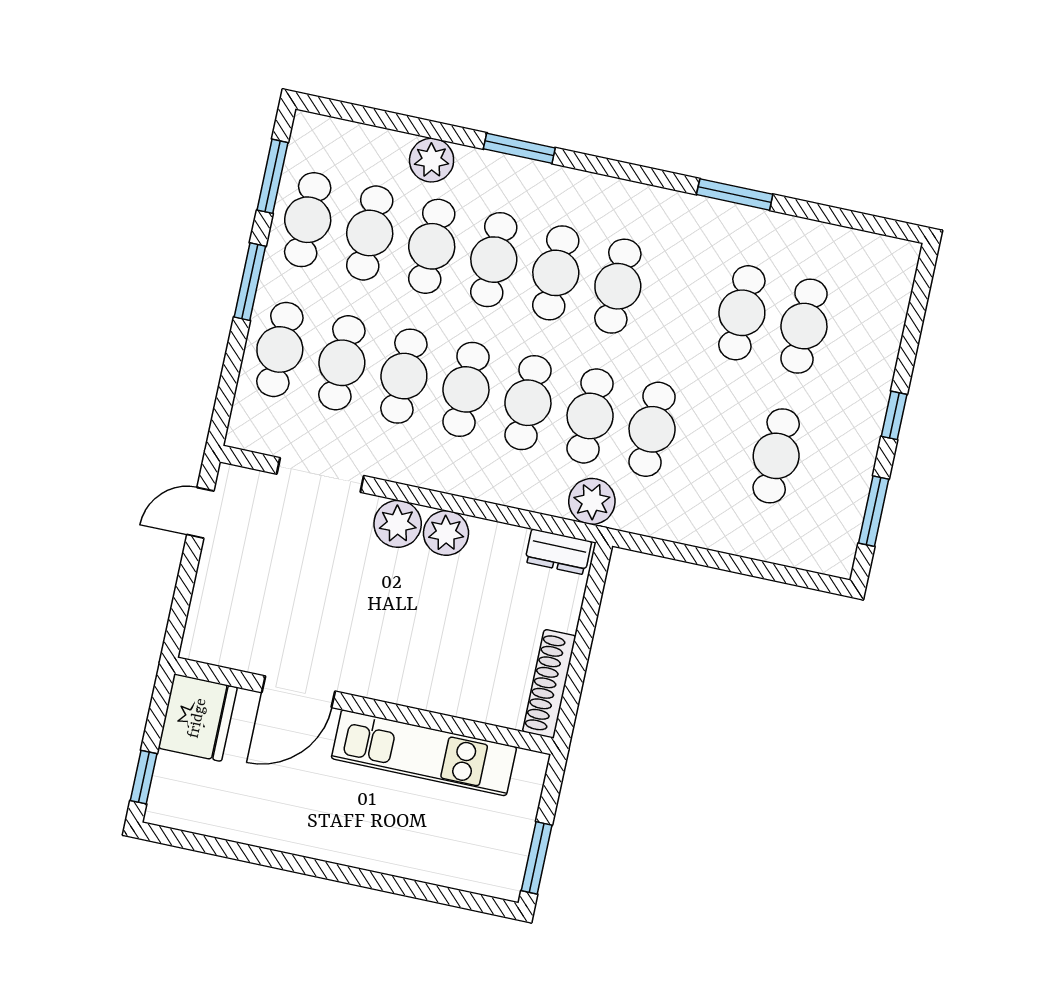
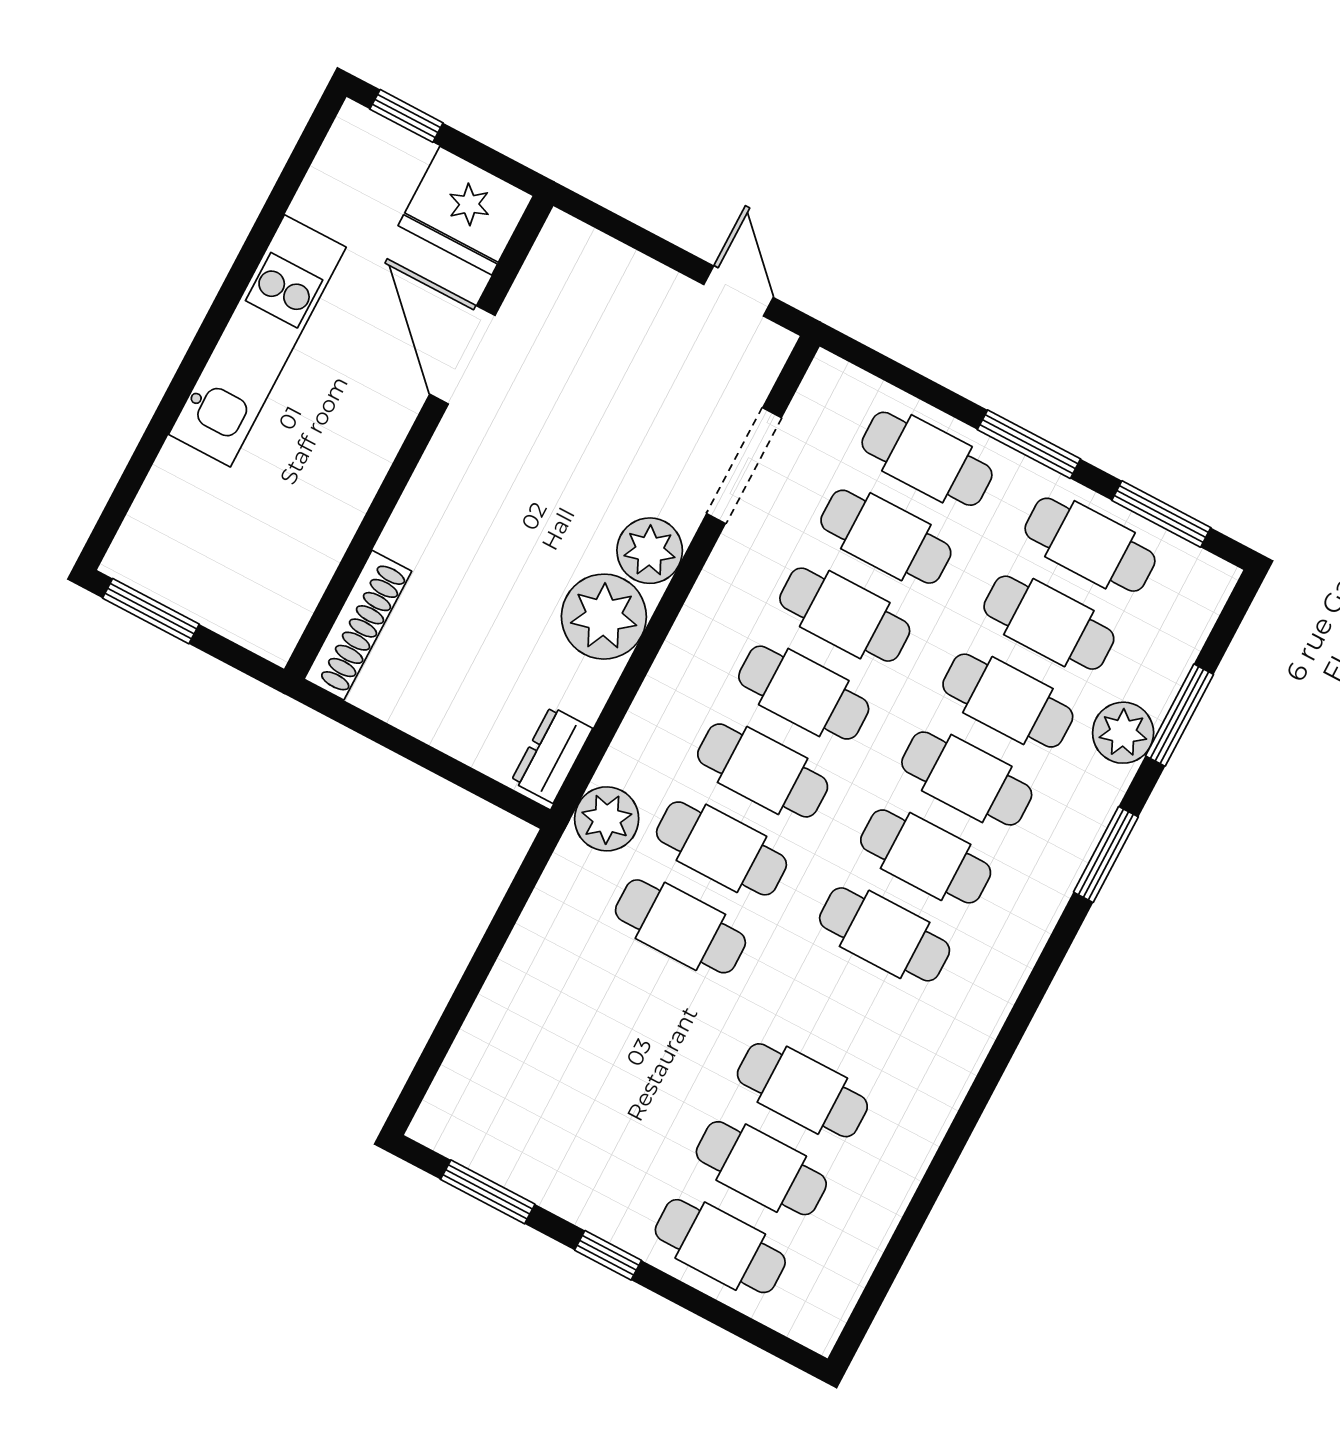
window: (735, 194) -> (1179, 715), moved
cafe table: (776, 456) -> (720, 1246), moved
plant: (446, 533) -> (604, 617), width x1.36, depth x1.36
shoe rack: (549, 684) -> (358, 625), moved, turned 90
kitchen unit: (424, 753) -> (257, 341), moved, turned 180

